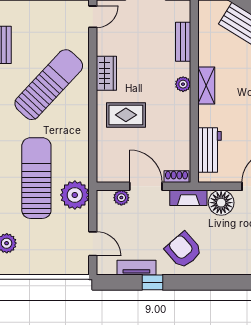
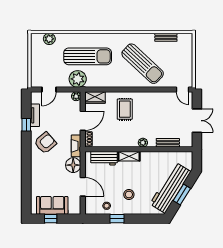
wardrobe: (106, 73) -> (95, 98), moved
shelving: (206, 85) -> (129, 156), moved
plant: (121, 198) -> (76, 96), moved

